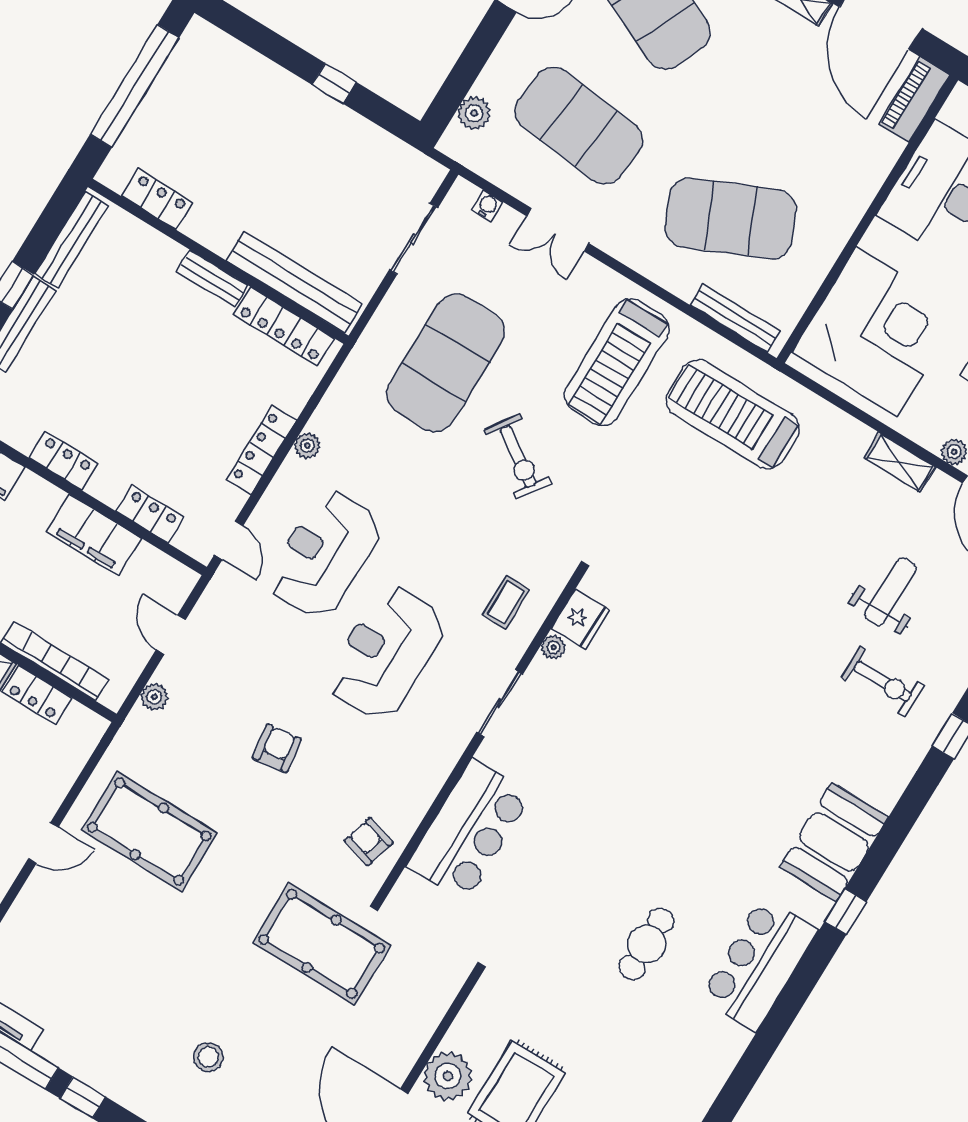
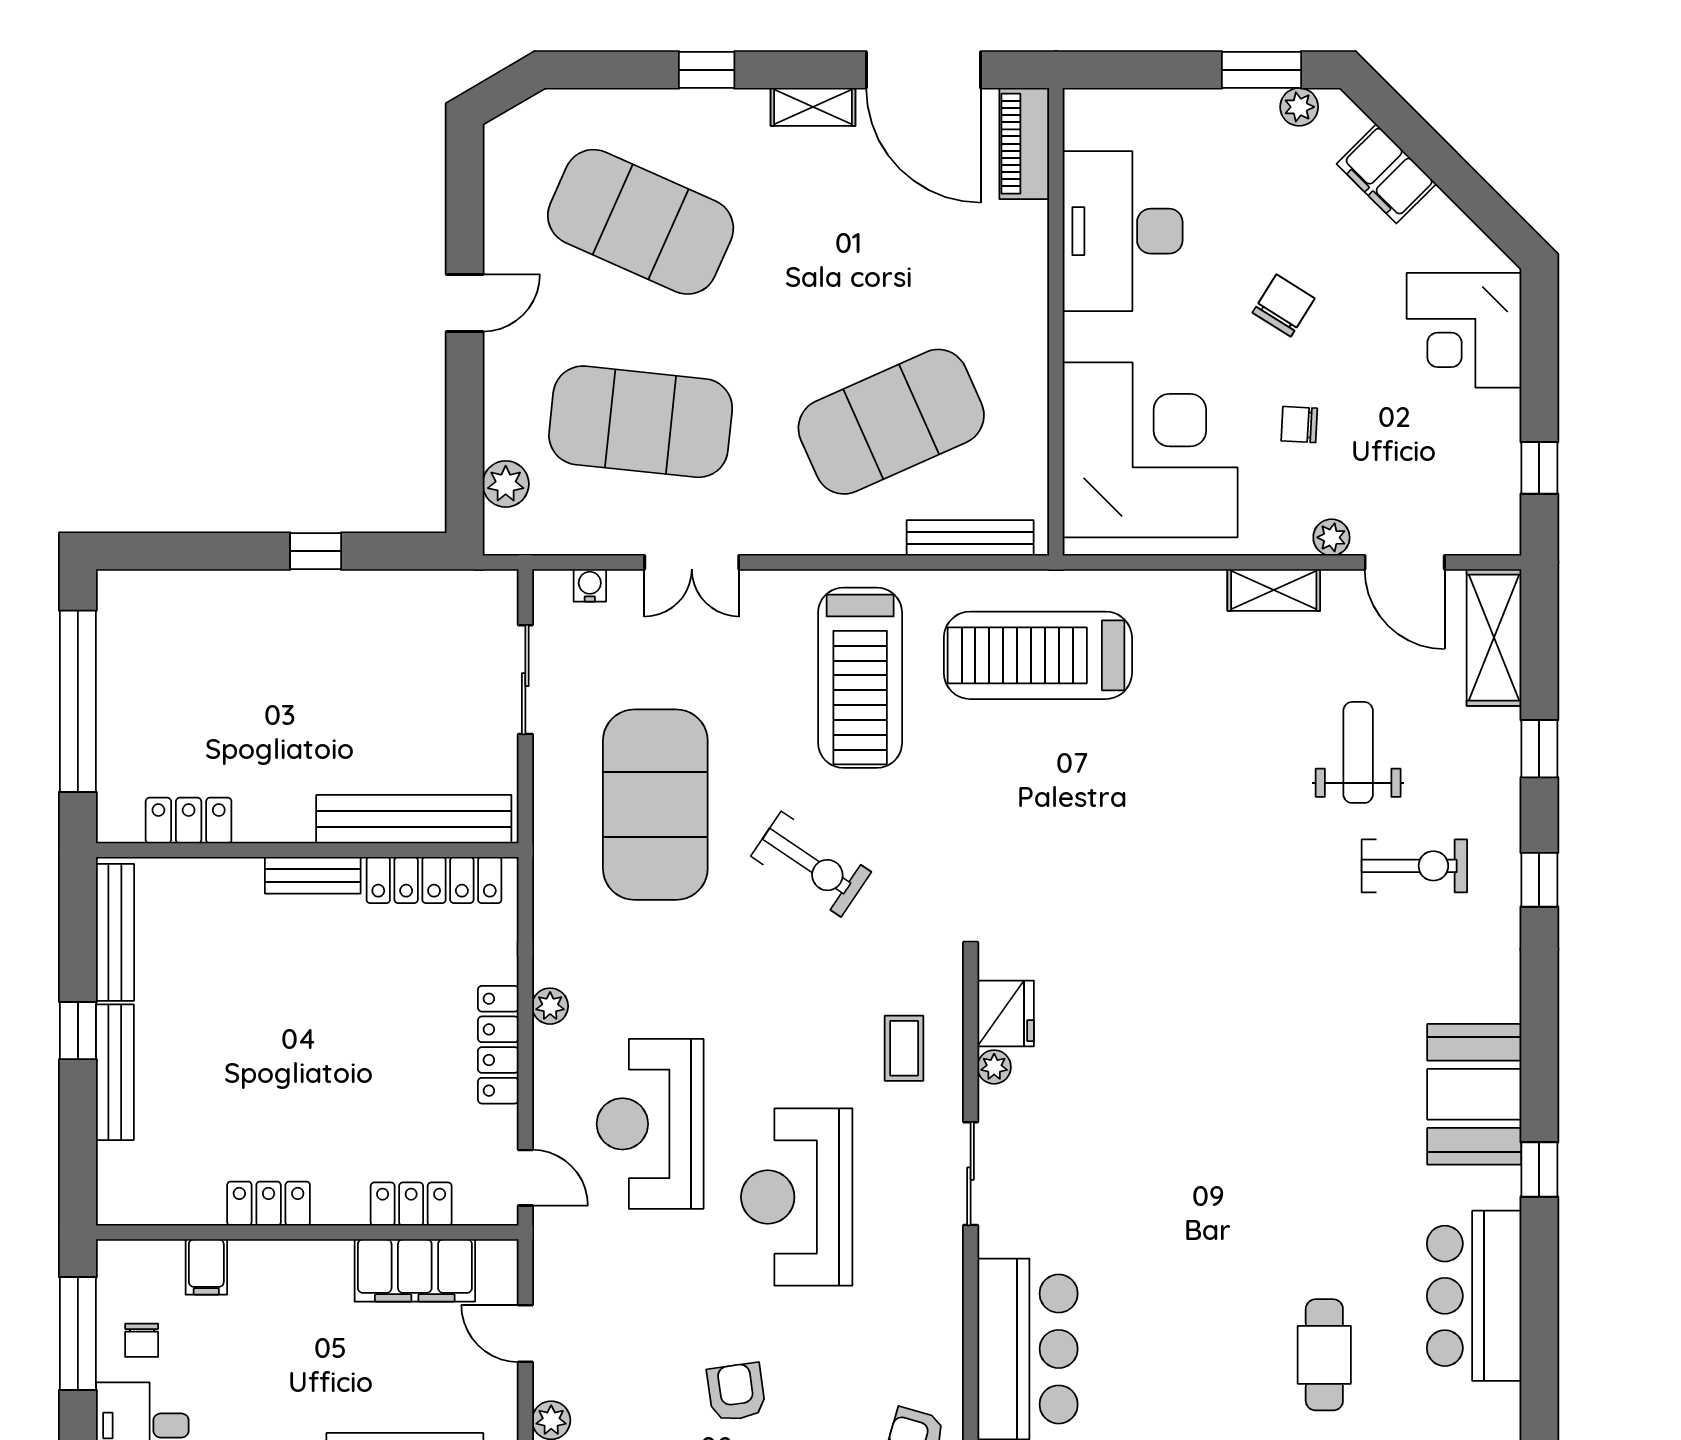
filing cabinet: (94, 535) -> (415, 1270), moved

